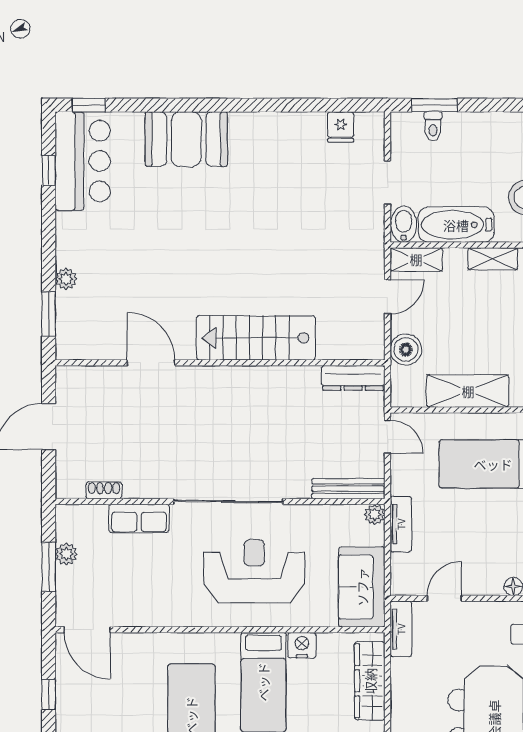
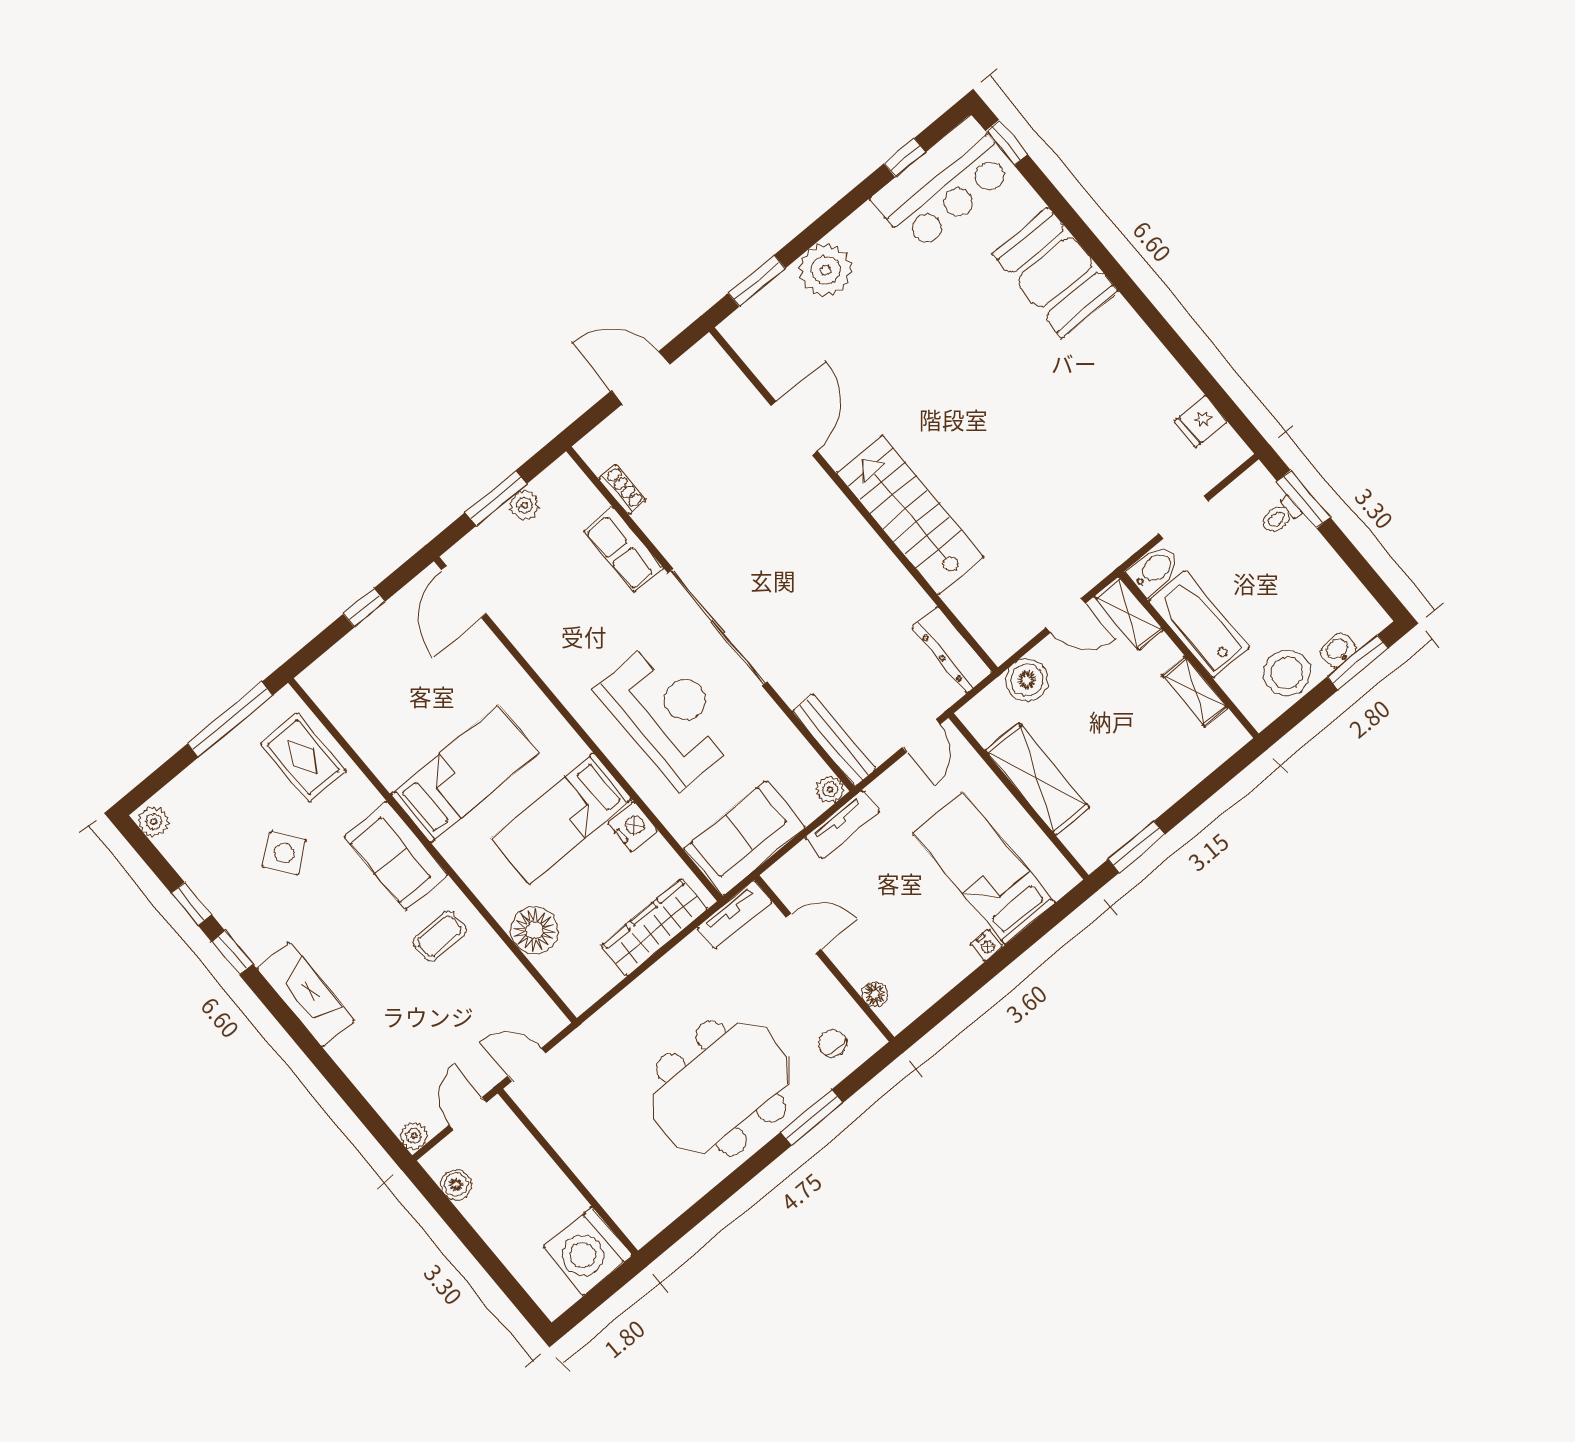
plant: (66, 279) -> (826, 270), width x1.87, depth x1.87

